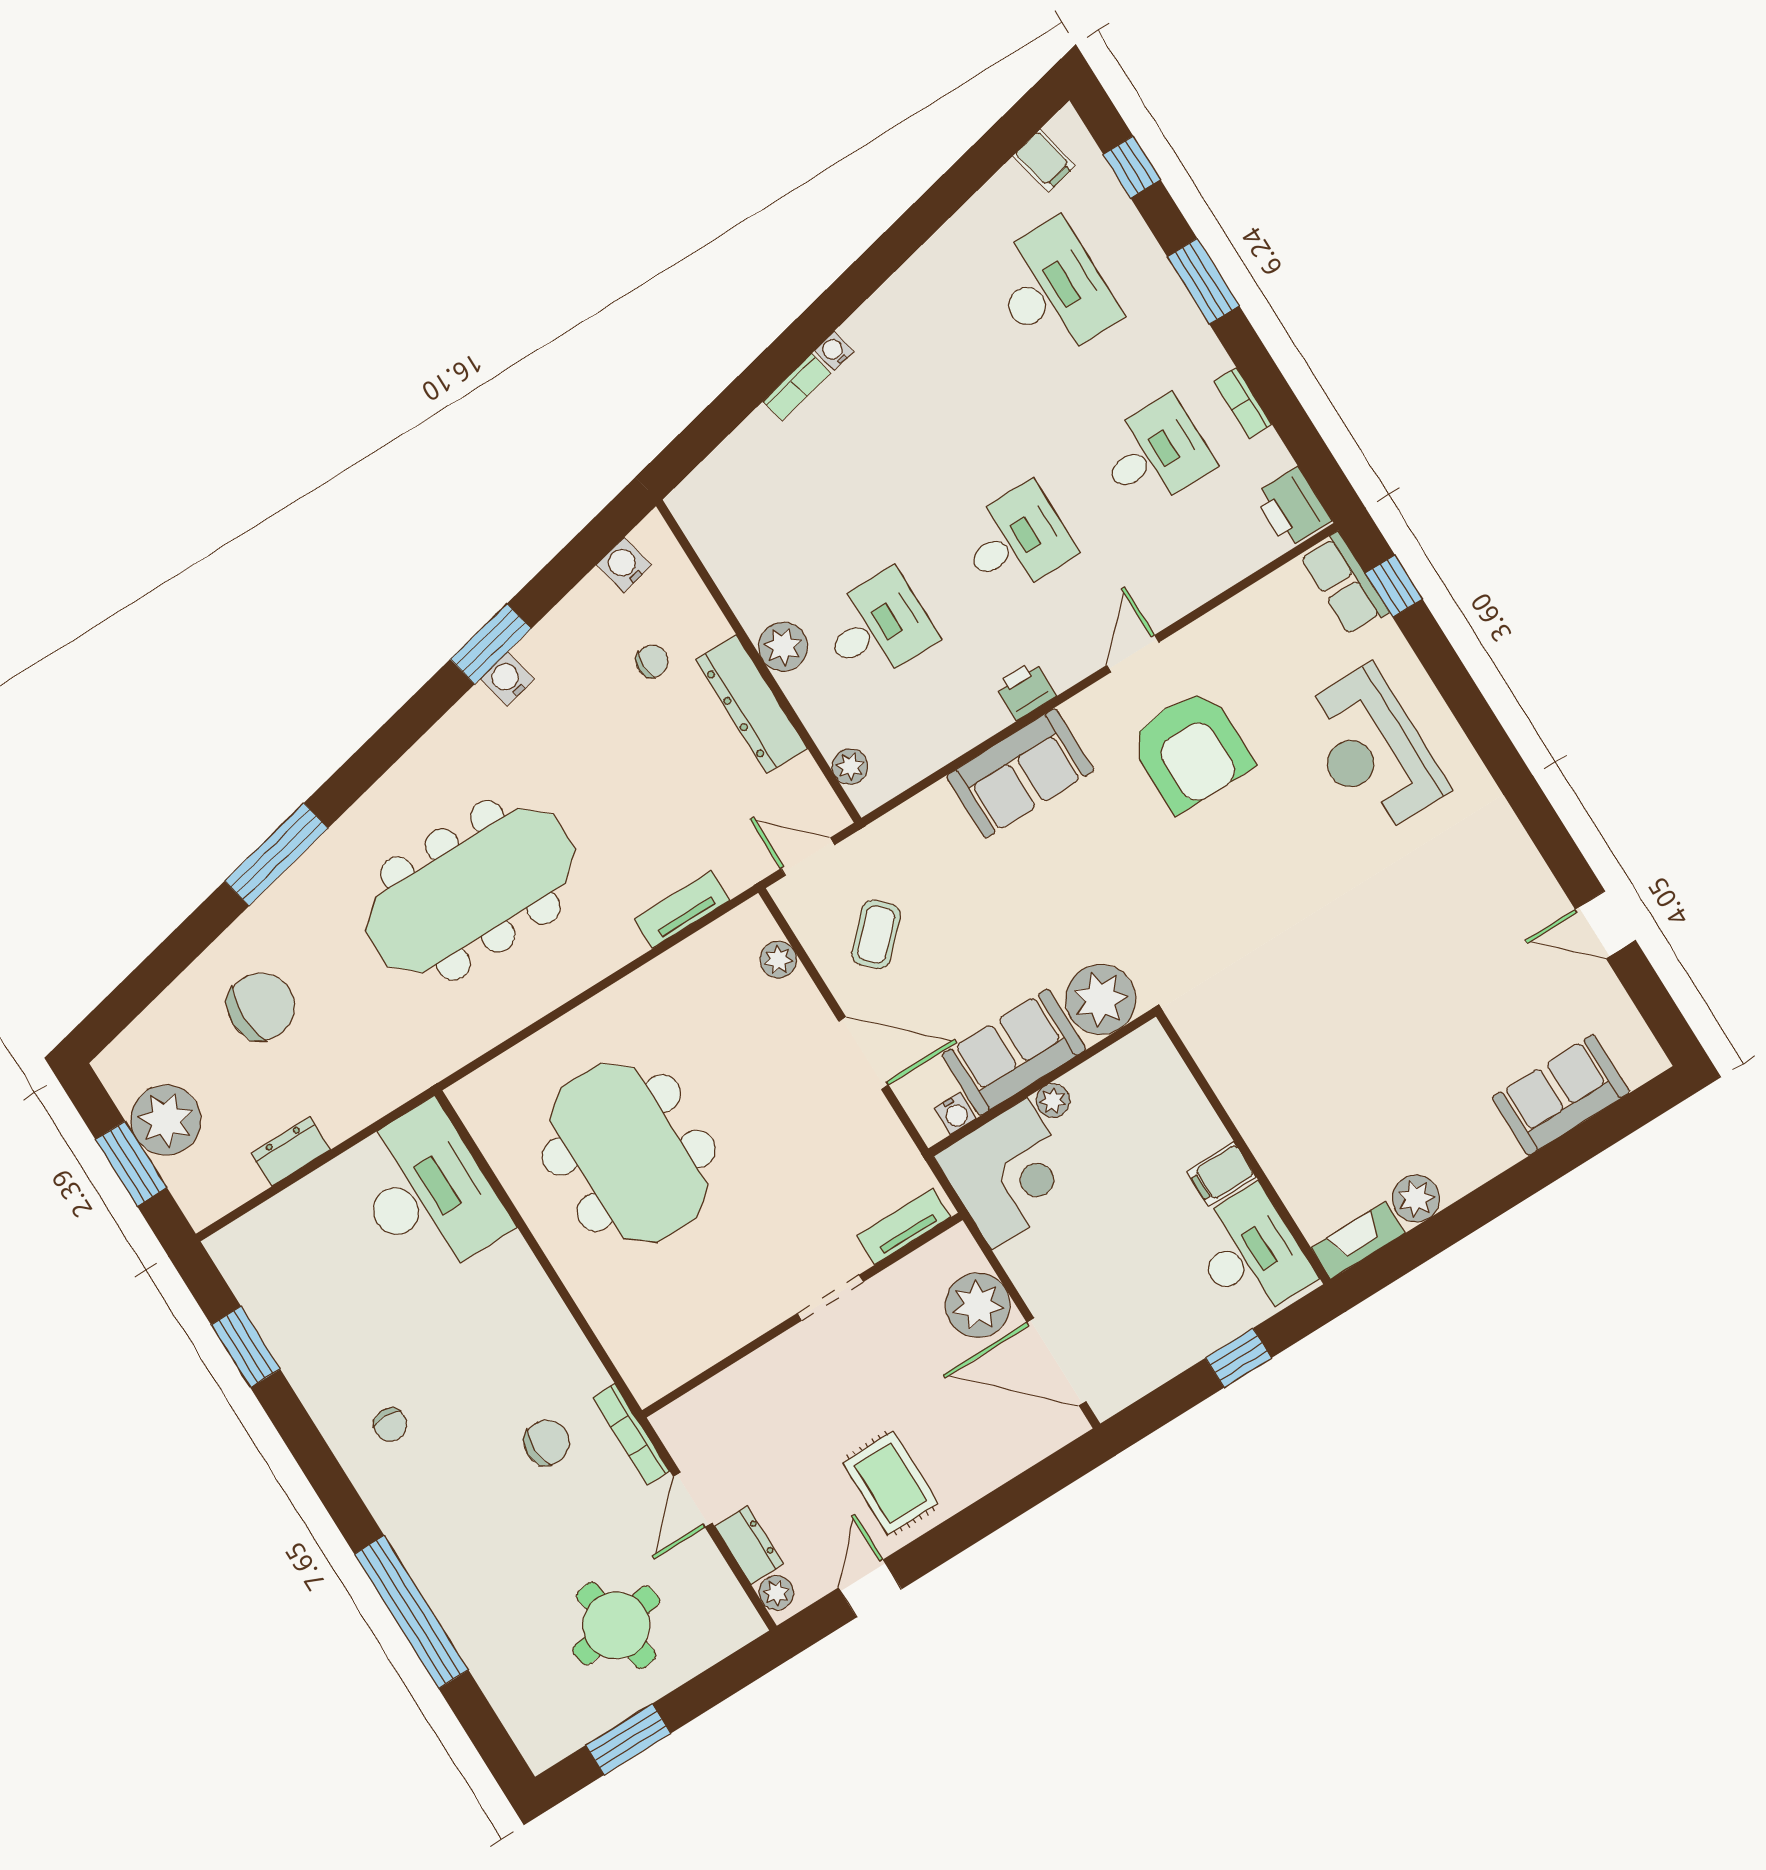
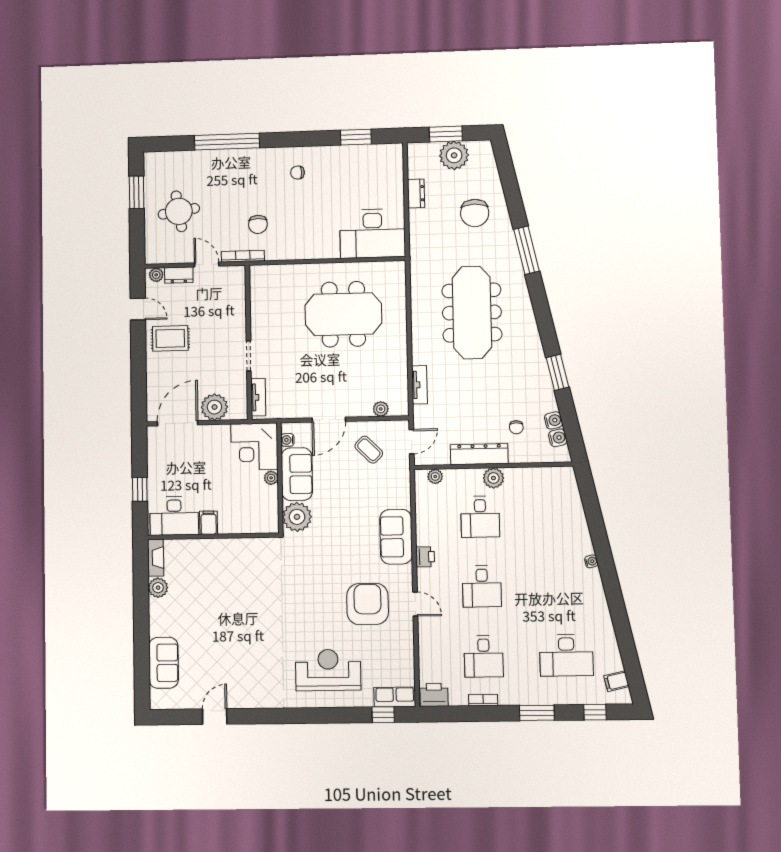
bookcase: (797, 387) -> (586, 540), removed
water cooler: (507, 679) -> (553, 420), moved
armchair: (1191, 750) -> (368, 604), turned 90

